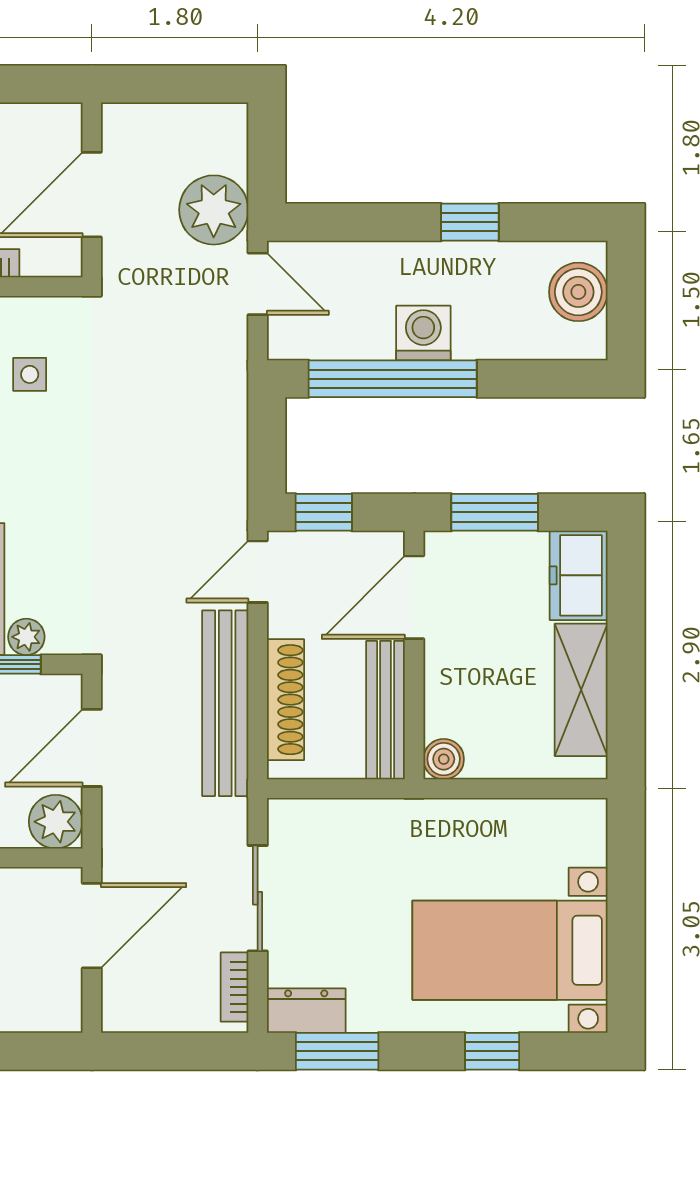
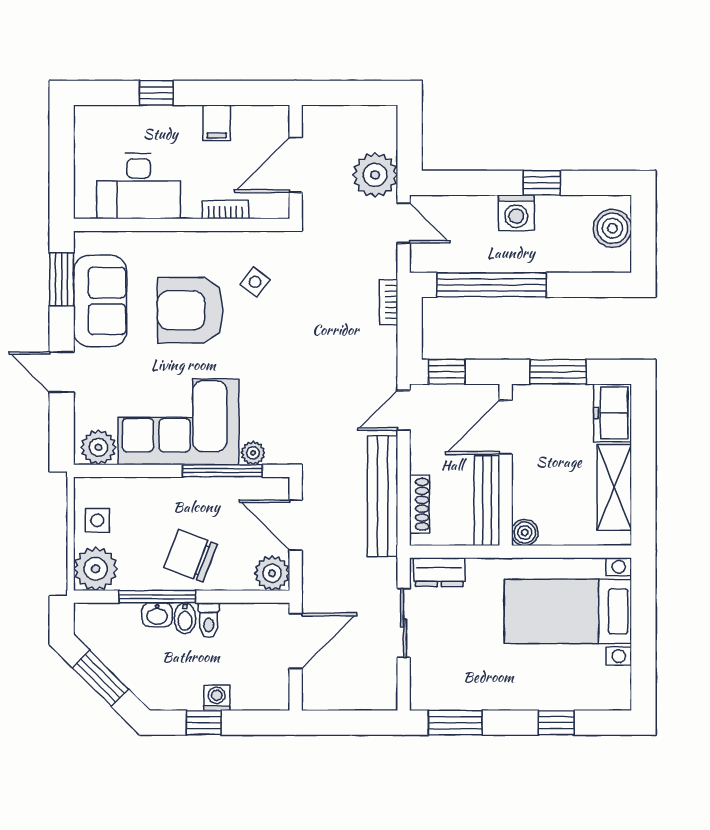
washing machine: (423, 333) -> (516, 213), moved, turned 180
side table: (30, 374) -> (255, 282), turned 38
shoe rack: (285, 700) -> (419, 504), width x0.74, depth x0.81
door: (92, 748) -> (296, 525), hinge flipped
bed with nightstands: (510, 950) -> (568, 611), moved
bookcase: (235, 987) -> (389, 302), moved
dresser: (306, 1011) -> (439, 572), moved, turned 180

